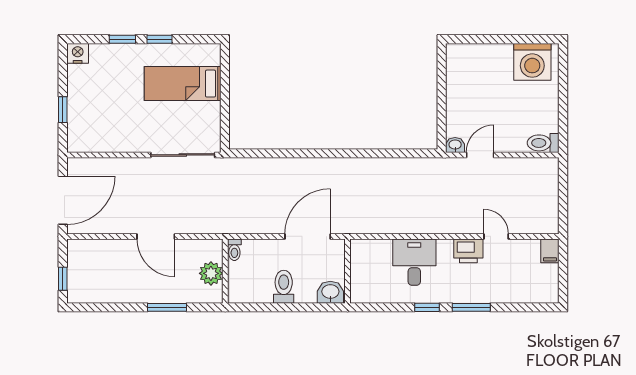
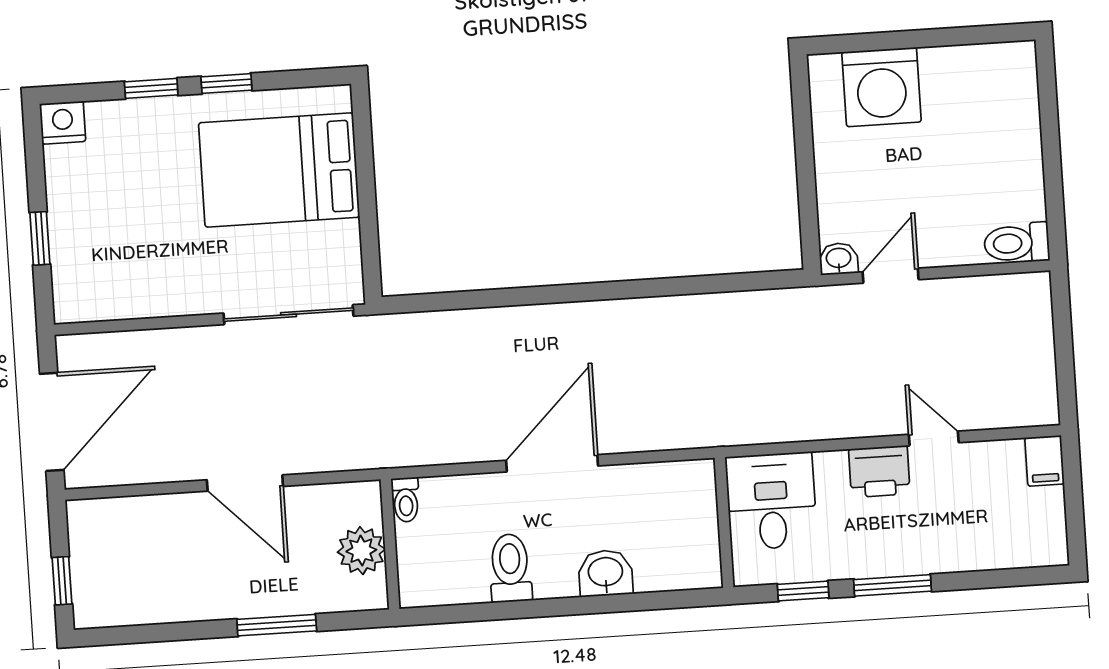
washing machine: (532, 62) -> (881, 87), moved
bed: (183, 84) -> (279, 170), width x1.50
wall: (348, 271) -> (724, 522), moved

